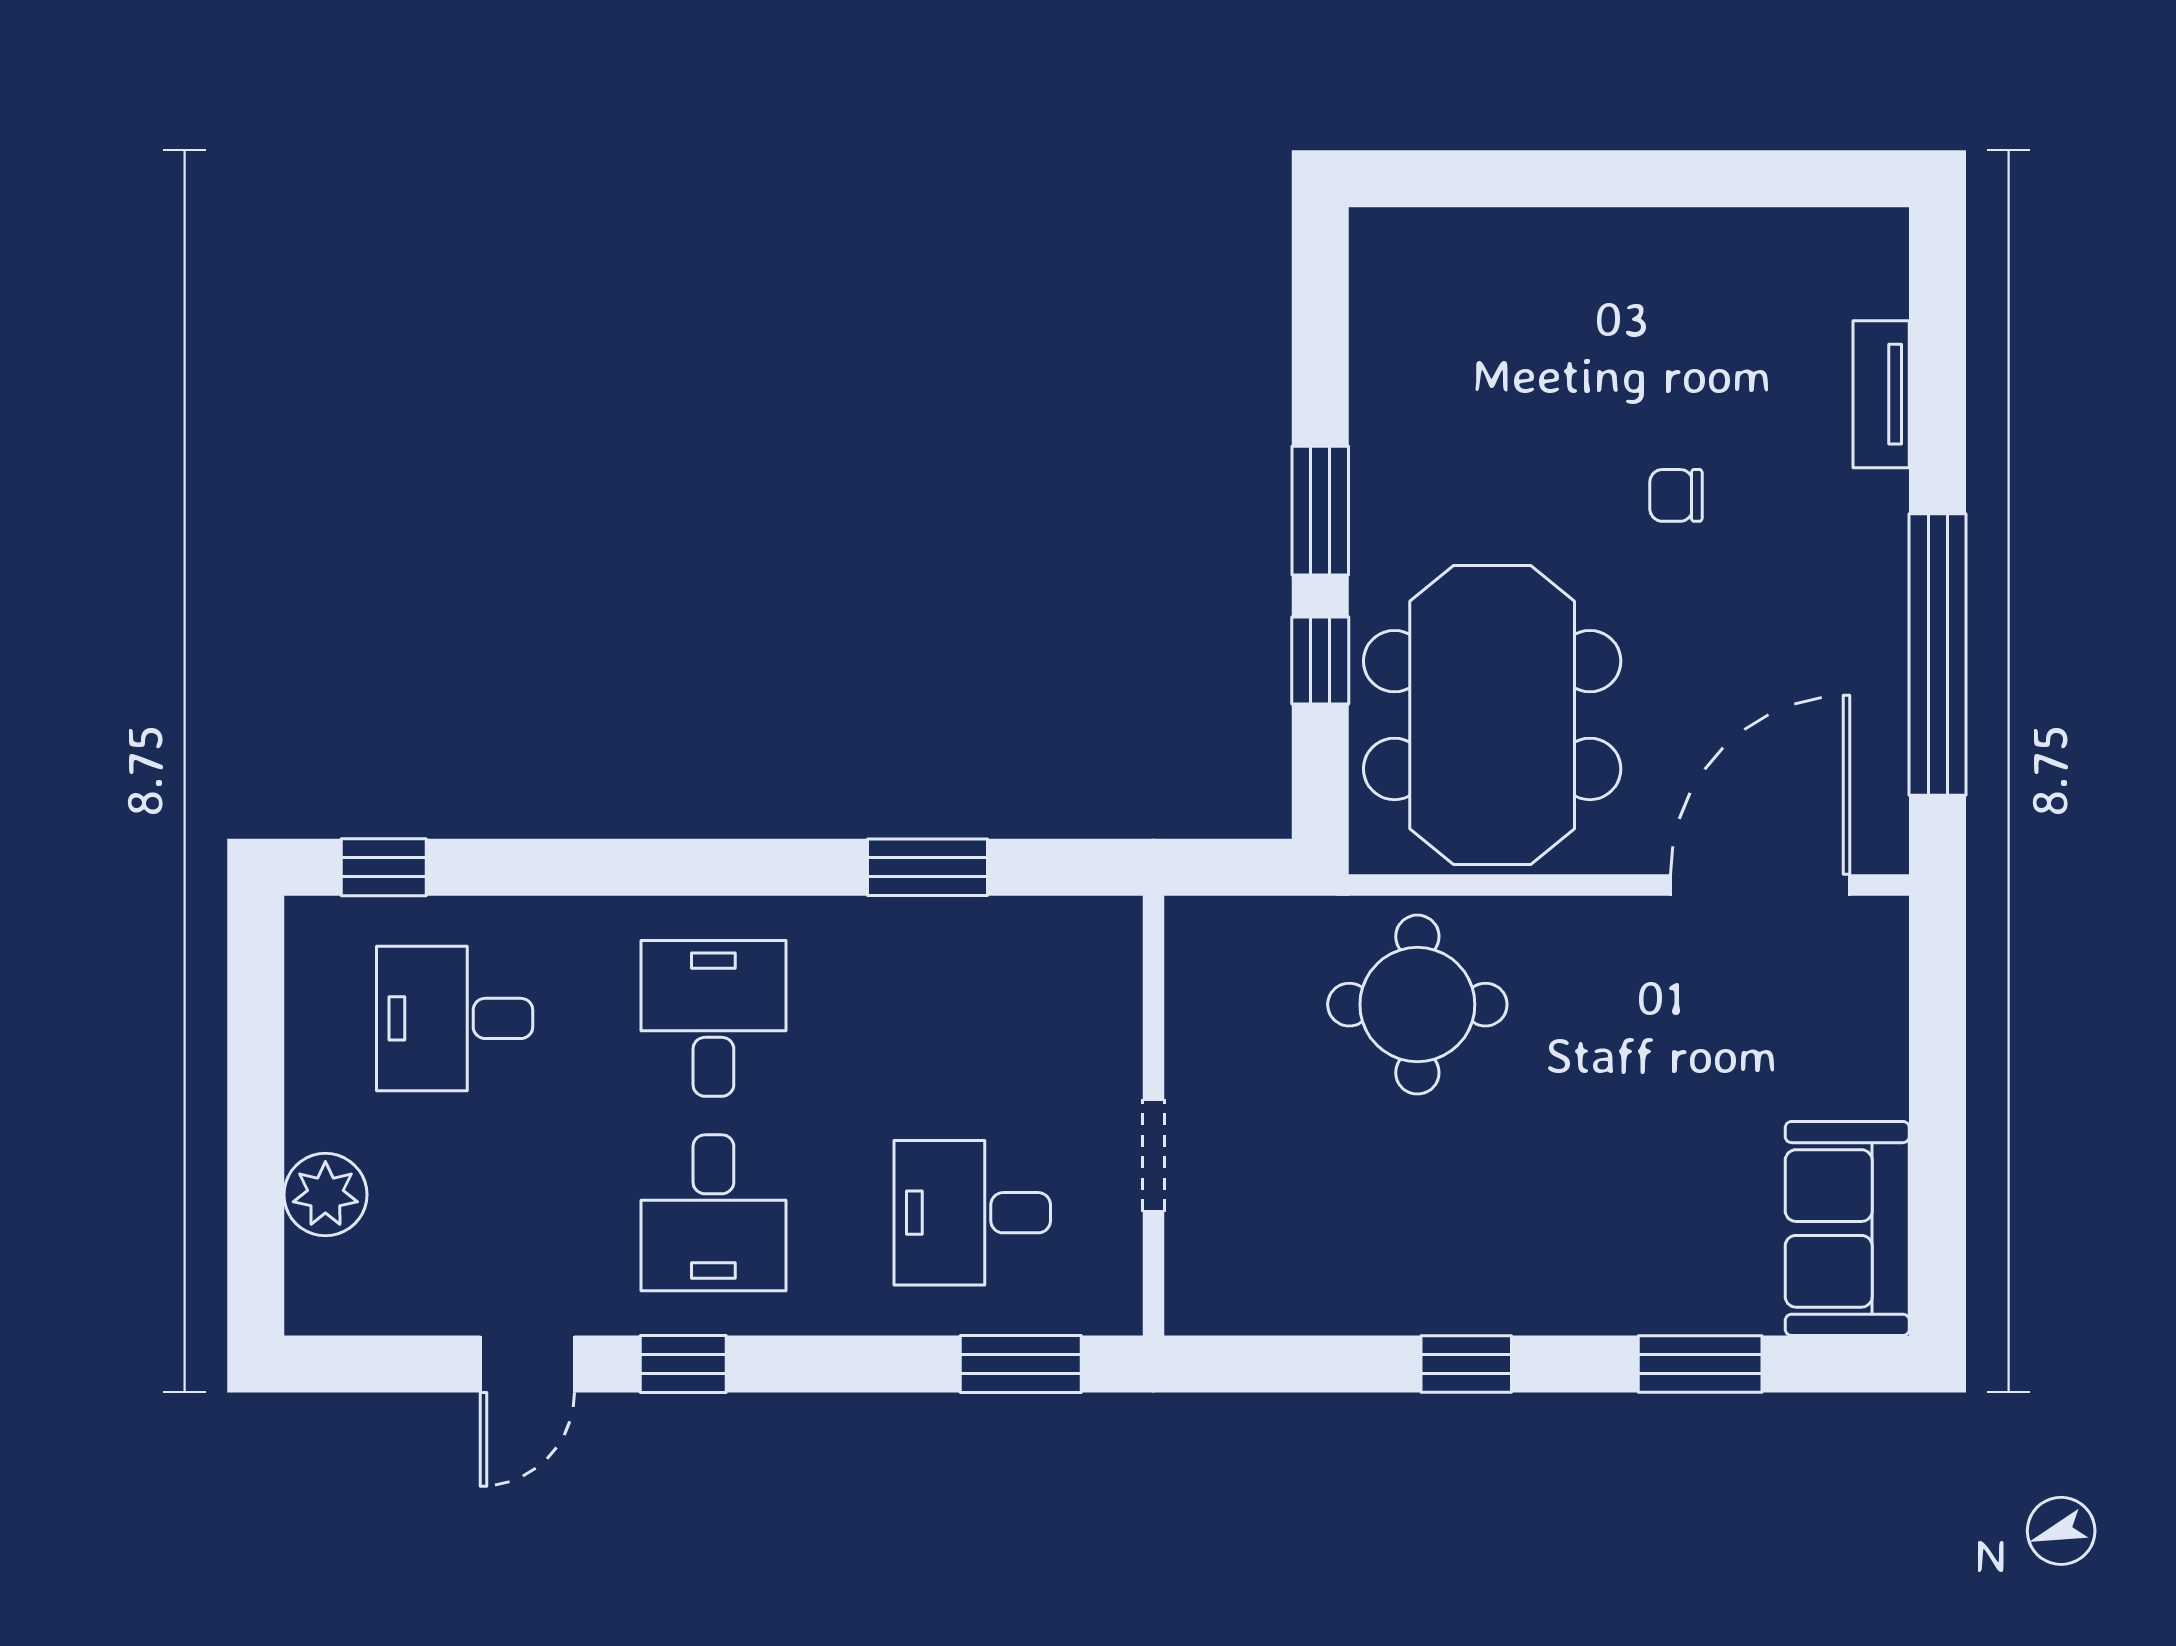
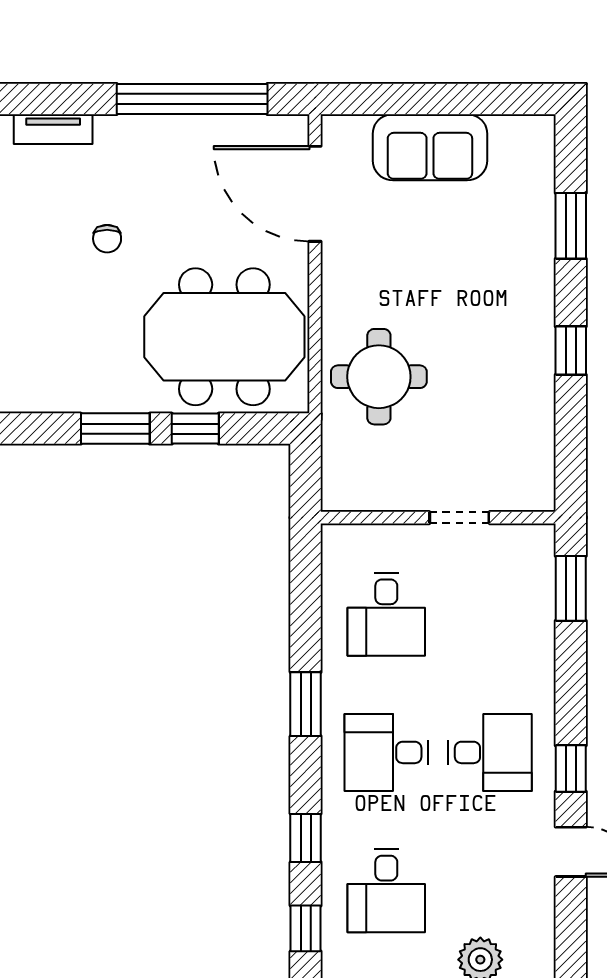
window: (553, 867) -> (306, 838), added
window: (927, 867) -> (306, 704), moved
desk: (972, 1213) -> (386, 614), moved
sofa: (1847, 1228) -> (430, 147), moved

